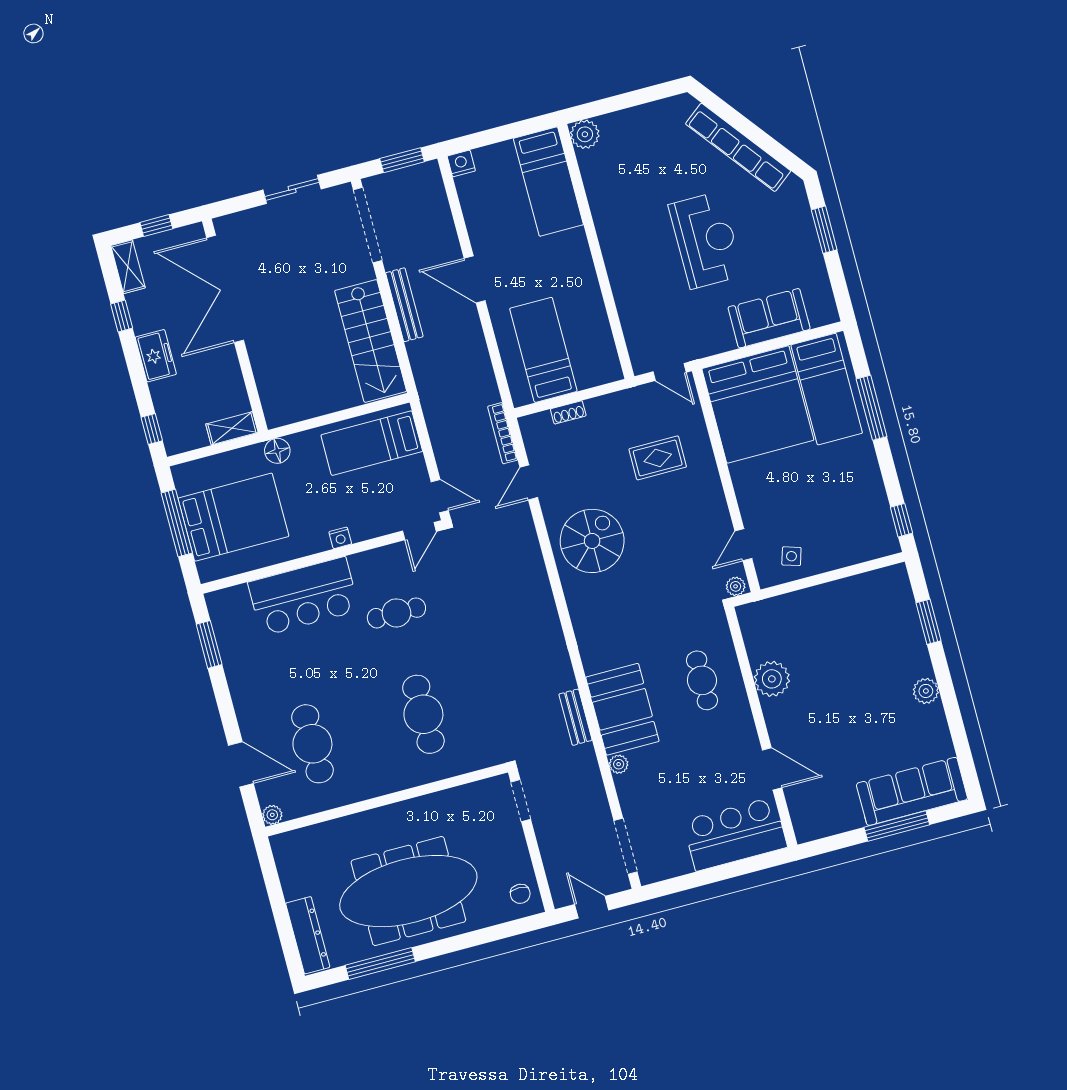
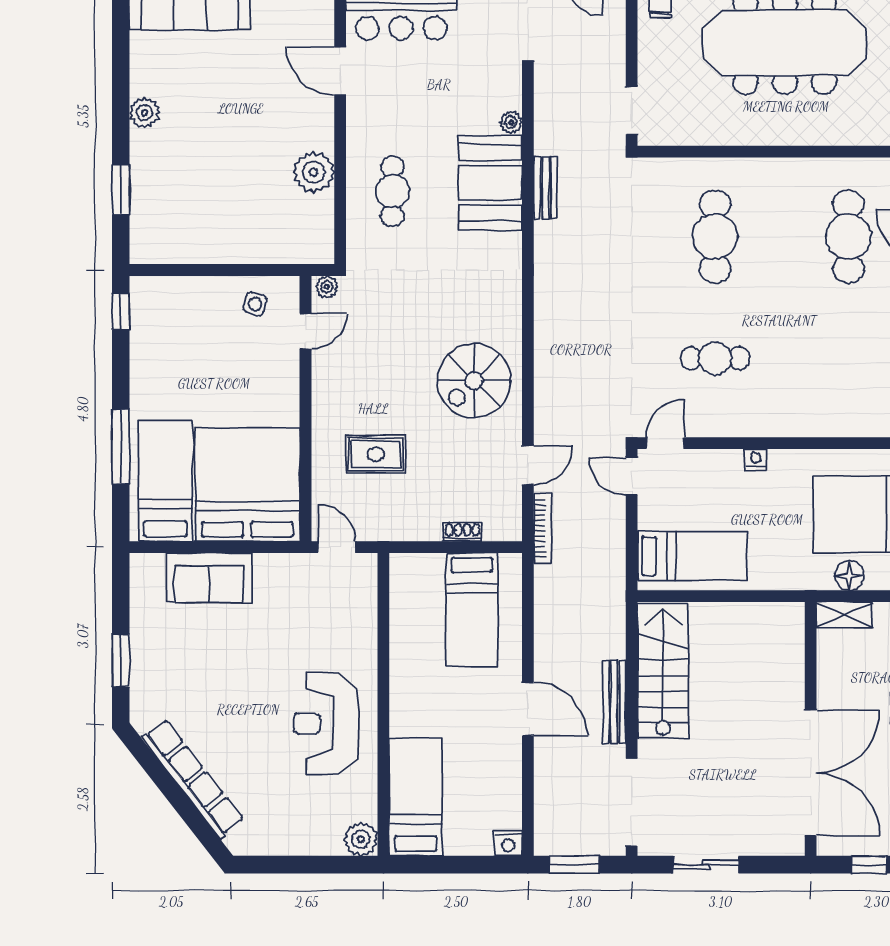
reception desk: (706, 240) -> (326, 724), moved
floor lamp: (277, 451) -> (849, 576), moved
bar counter: (304, 596) -> (814, 405), removed

